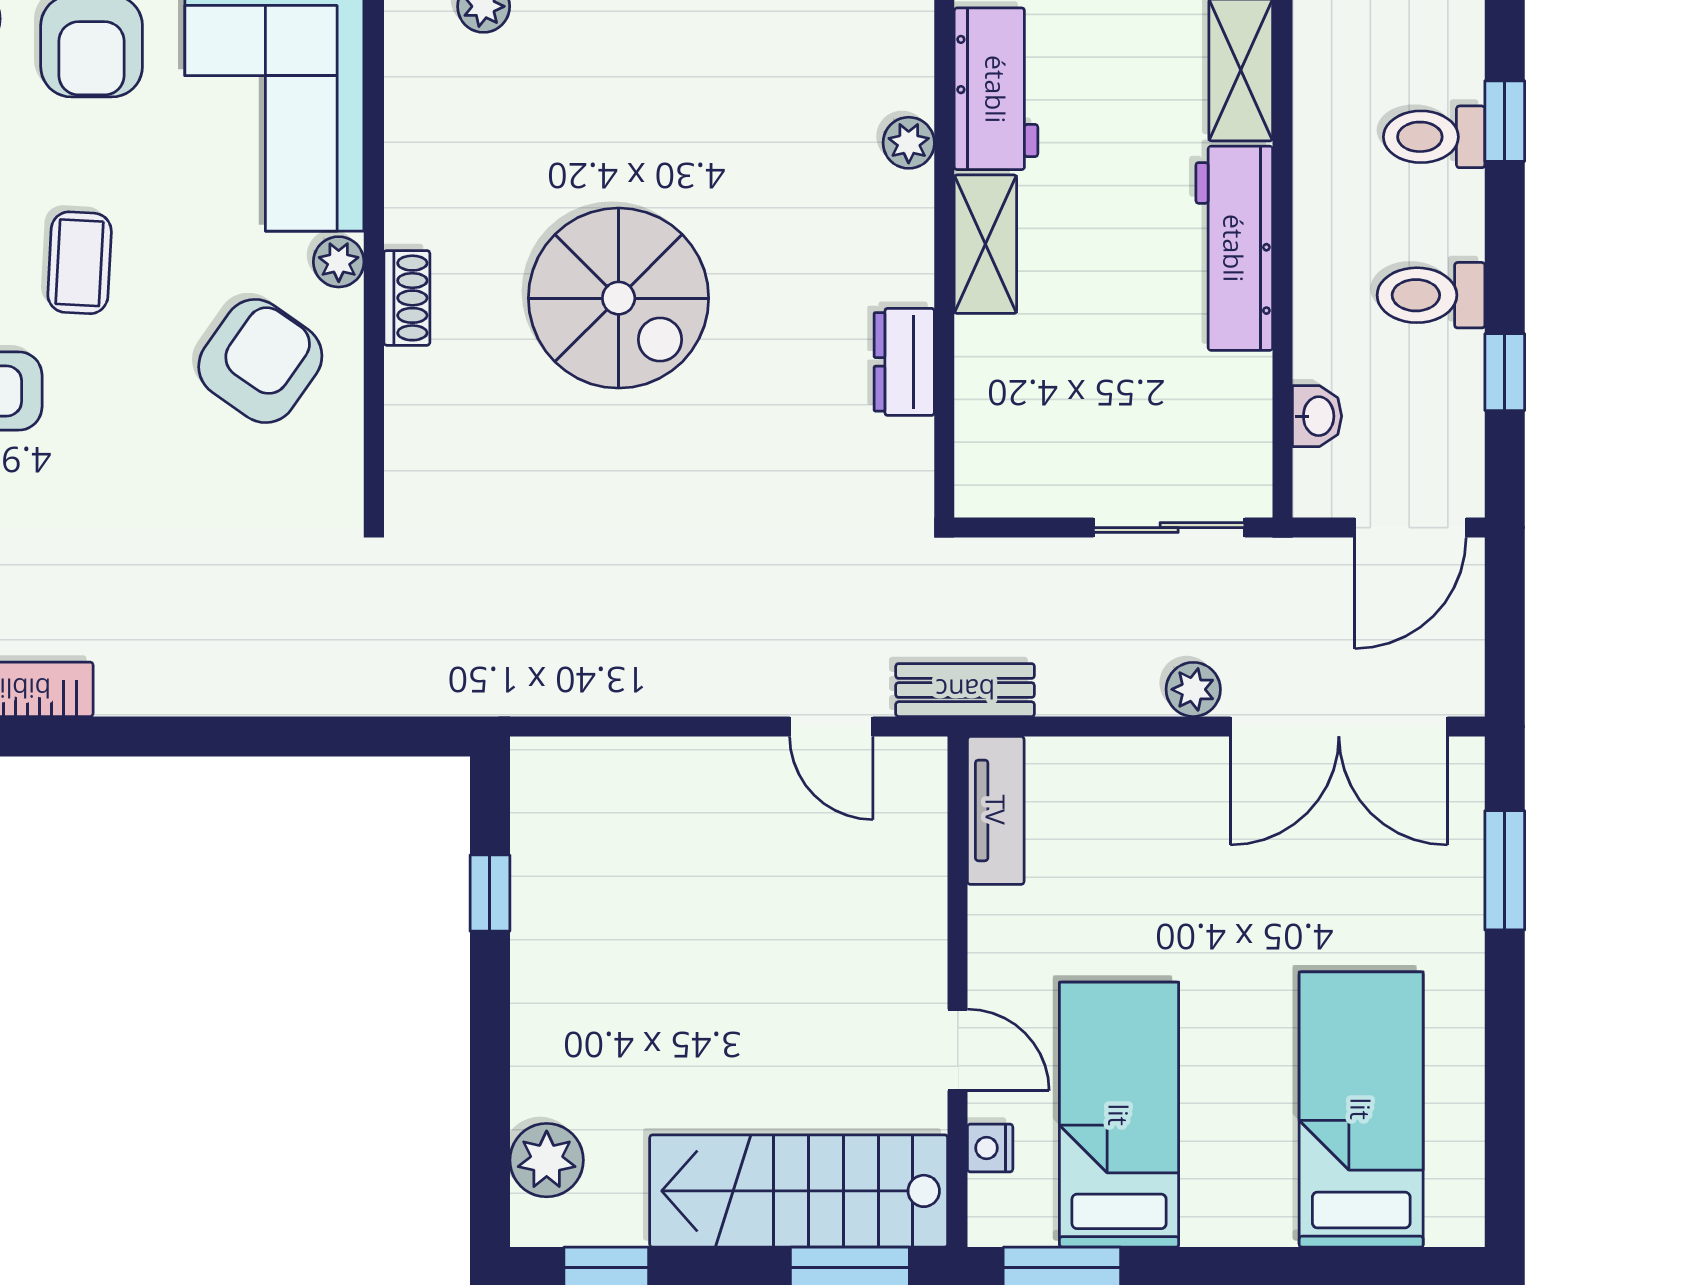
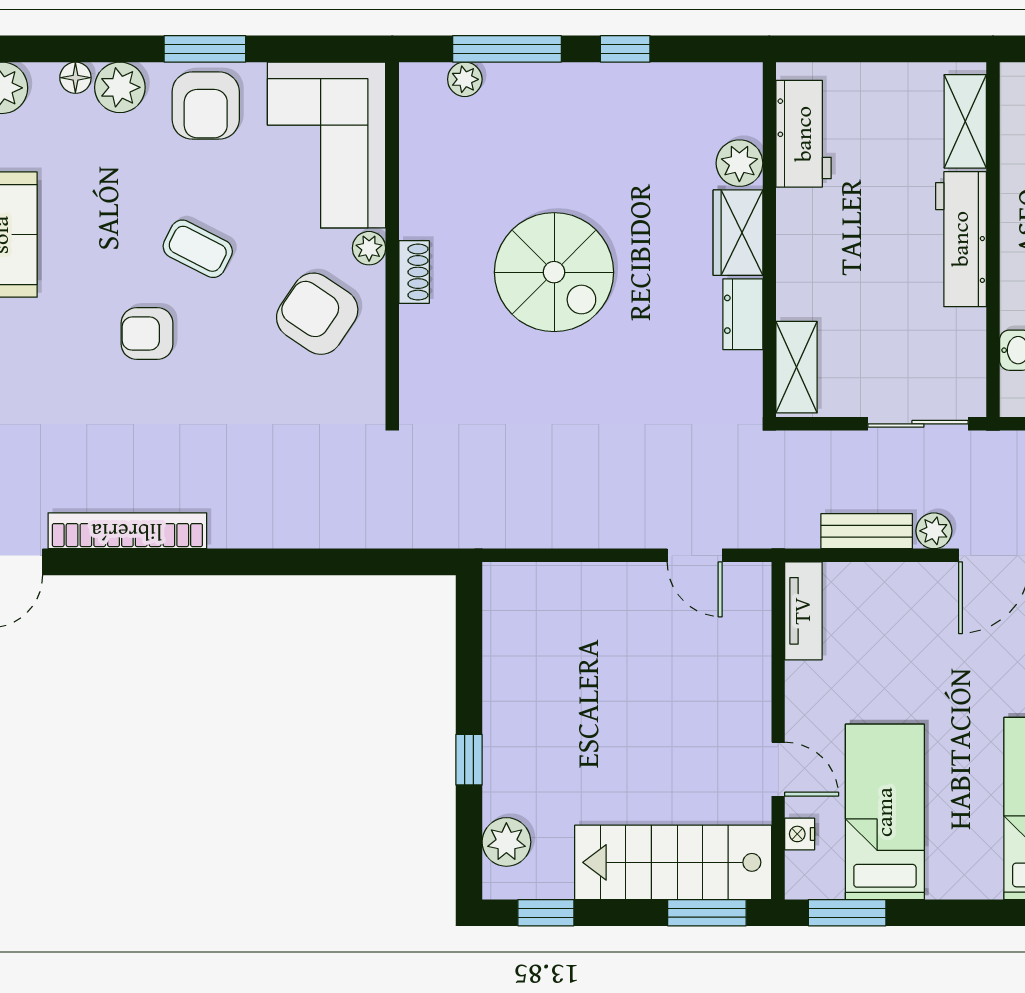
plant: (909, 143) -> (739, 163), width x1.38, depth x1.38
wardrobe: (897, 238) -> (738, 233), added
shelving: (985, 244) -> (797, 367), moved
coffee table: (80, 263) -> (198, 249), turned -66
armchair: (260, 361) -> (317, 314), turned -91
bench: (965, 690) -> (867, 531), moved
window: (490, 893) -> (469, 760), moved

